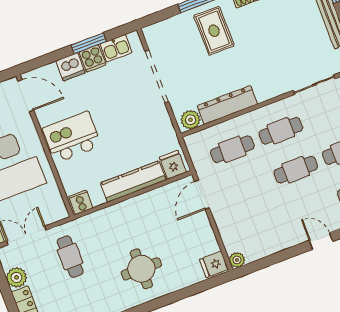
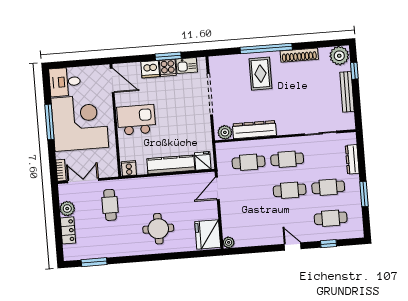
fridge: (214, 264) -> (208, 234), width x1.88, depth x1.34

